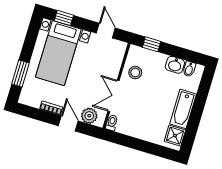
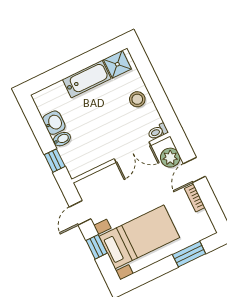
window: (64, 18) -> (97, 247), moved
bidet: (189, 69) -> (62, 139), moved
stool: (135, 72) -> (137, 99), moved

